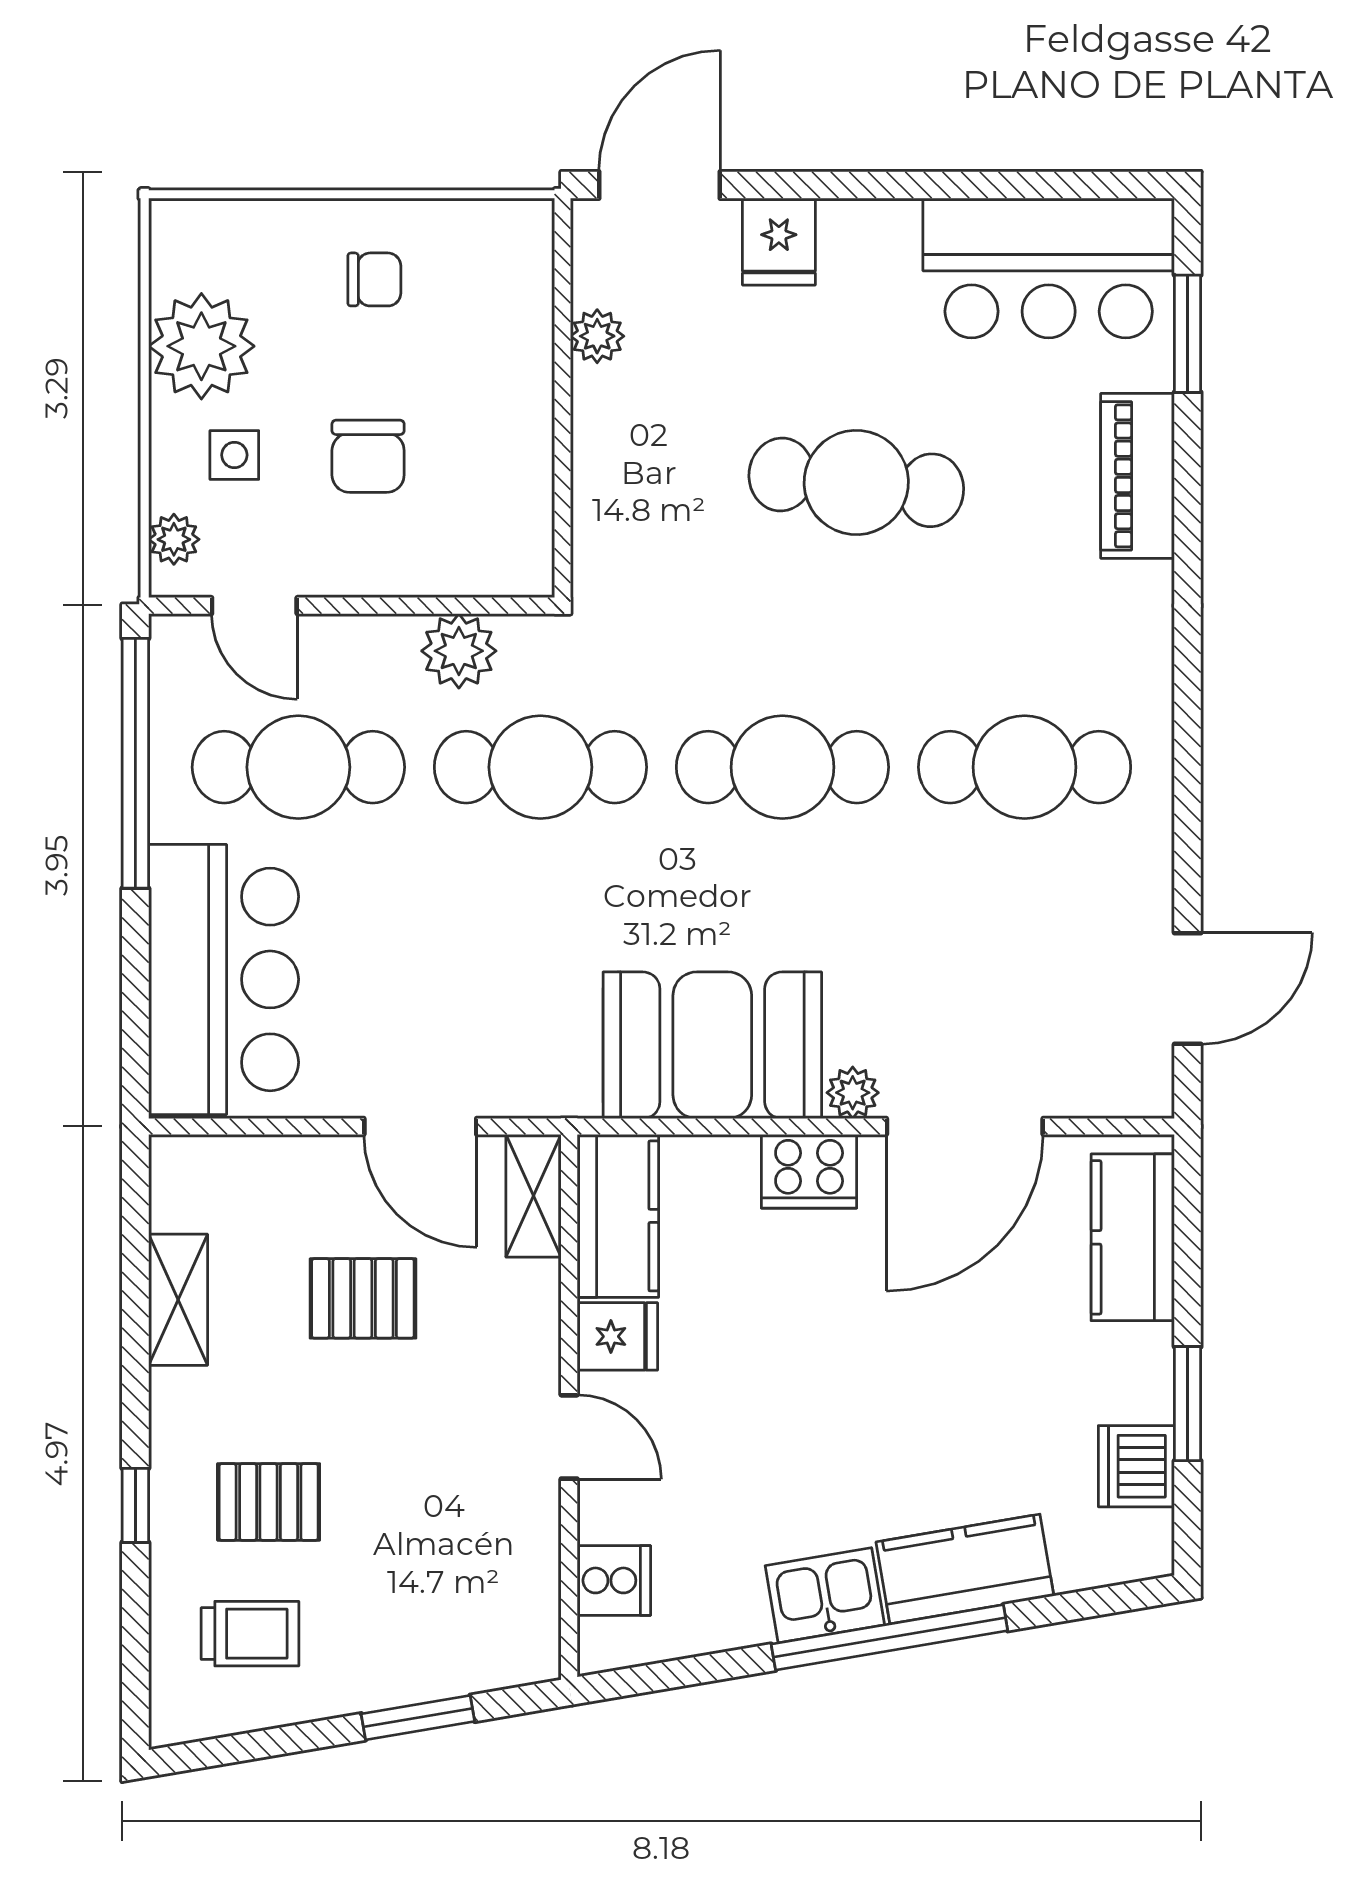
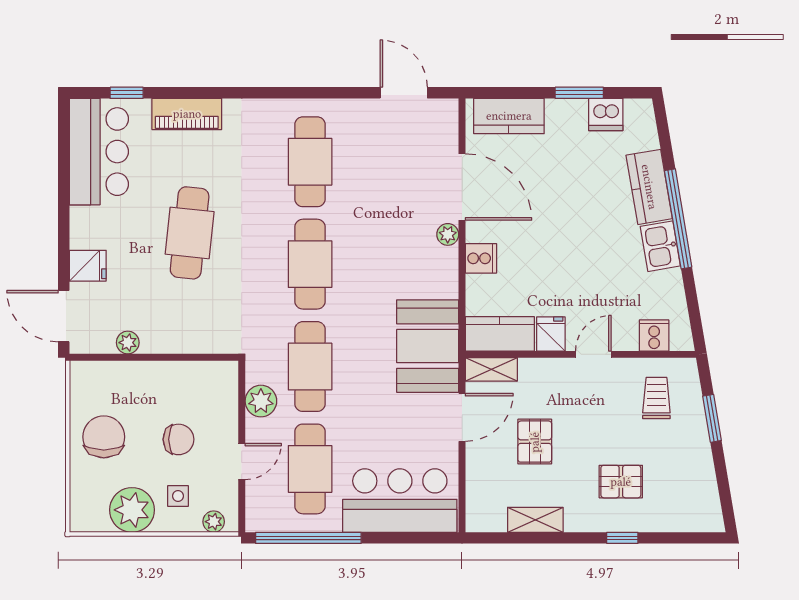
chair: (374, 279) -> (104, 437), width x1.87, depth x1.87
window: (1188, 334) -> (127, 93), width x0.67
door: (254, 606) -> (242, 461), moved
booth: (712, 1045) -> (428, 346), moved
cooker: (809, 1171) -> (481, 258), width x0.73
pallet: (269, 1502) -> (621, 482), turned 90
trolley: (250, 1634) -> (656, 398), moved

